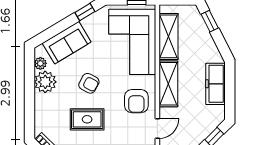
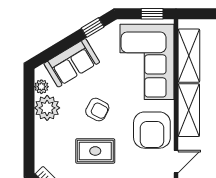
armchair: (136, 101) -> (152, 130), width x1.36, depth x1.36

